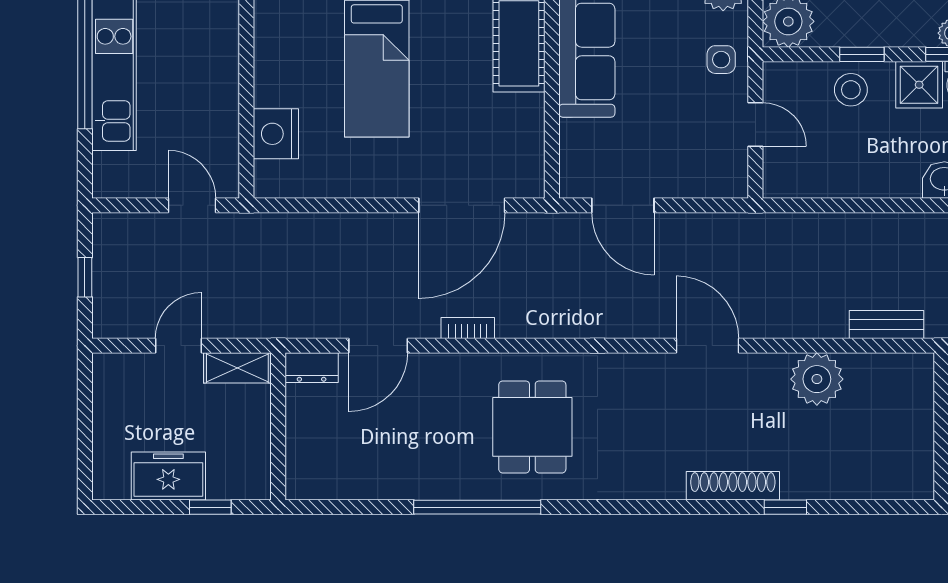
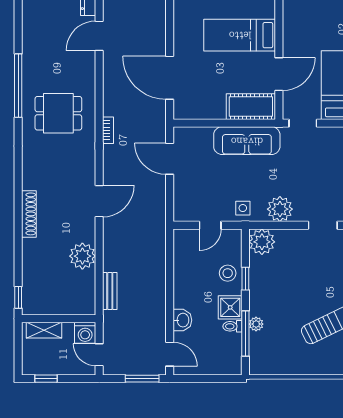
door: (623, 205) -> (170, 159), hinge flipped
bookcase: (468, 328) -> (108, 130), moved
door: (378, 346) -> (99, 36), hinge flipped
window: (785, 507) -> (18, 297), moved

